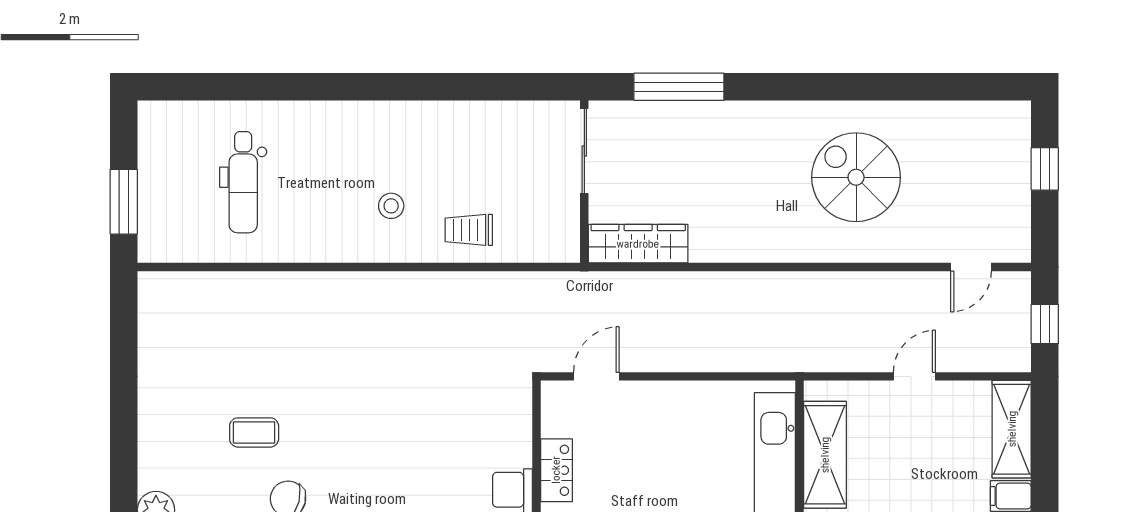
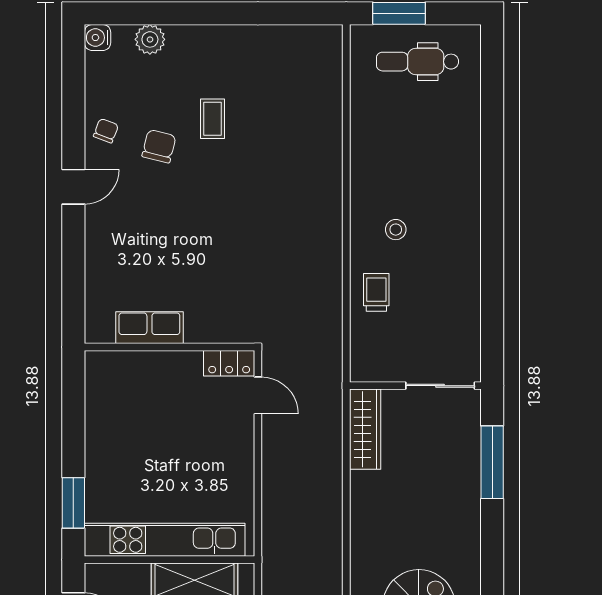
dental chair: (243, 182) -> (418, 62), moved
locker: (556, 470) -> (229, 363), moved

